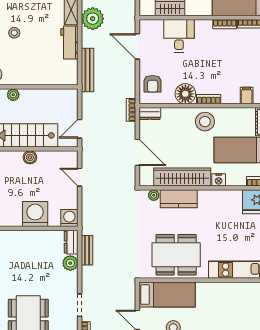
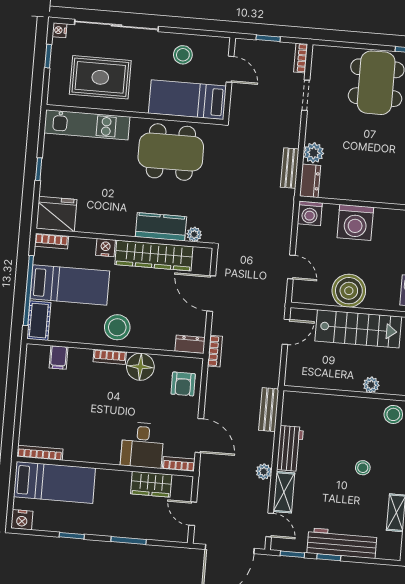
plant: (93, 19) -> (264, 472), width x0.53, depth x0.53
bookcase: (225, 24) -> (179, 464), moved
bench: (88, 70) -> (269, 410), width x0.73
armchair: (153, 84) -> (183, 384), turned 180
boiler: (30, 157) -> (349, 291), width x1.86, depth x1.86
rug: (233, 306) -> (100, 77), added

